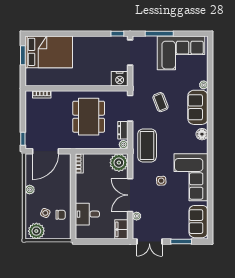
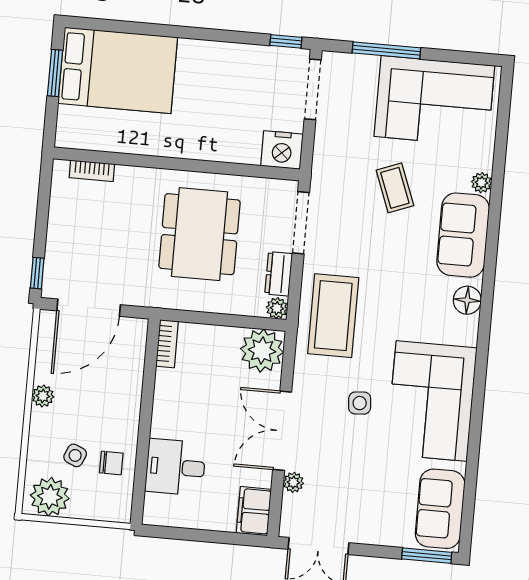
coffee table: (160, 102) -> (395, 188), moved
window: (181, 241) -> (427, 556), moved

